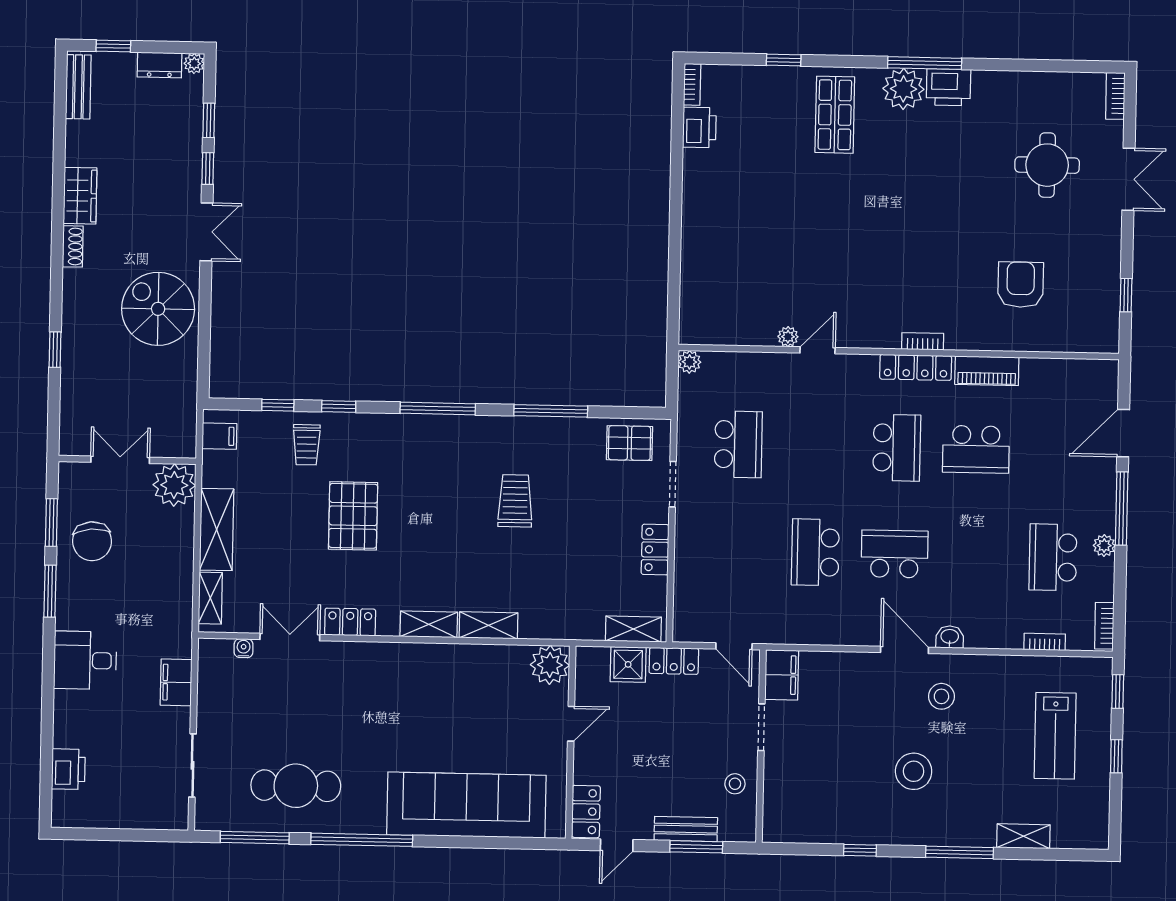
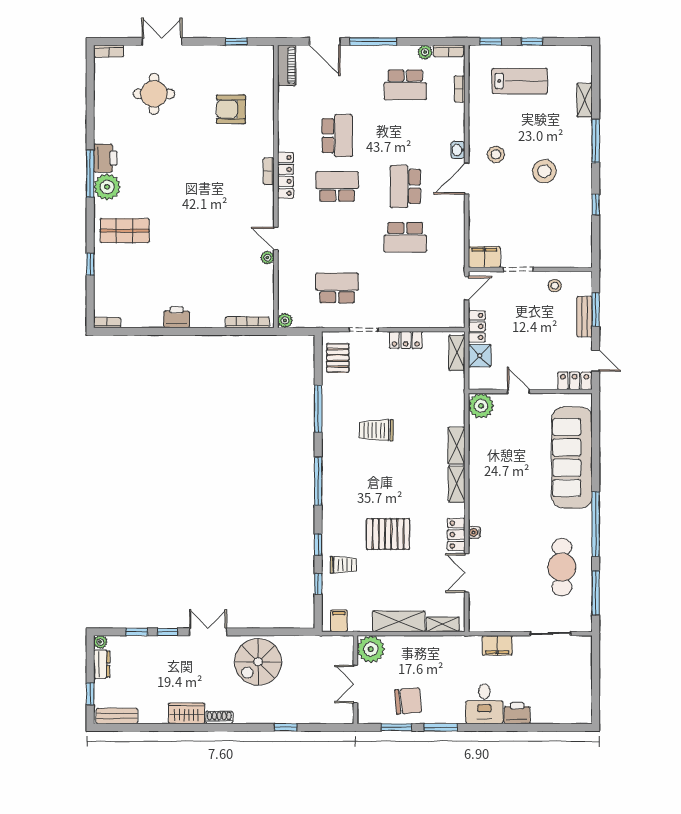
printer: (699, 127) -> (177, 317), moved
bookcase: (688, 303) -> (247, 322), added
piano: (987, 371) -> (287, 65), moved
plant: (1104, 546) -> (425, 52), moved
water cooler: (244, 648) -> (474, 532), moved
printer: (68, 769) -> (517, 713), moved

